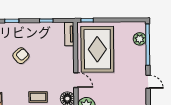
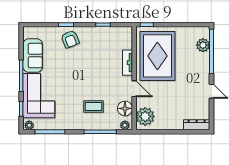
tv unit: (69, 34) -> (128, 63), moved
armchair: (21, 56) -> (70, 39), moved, turned 110

